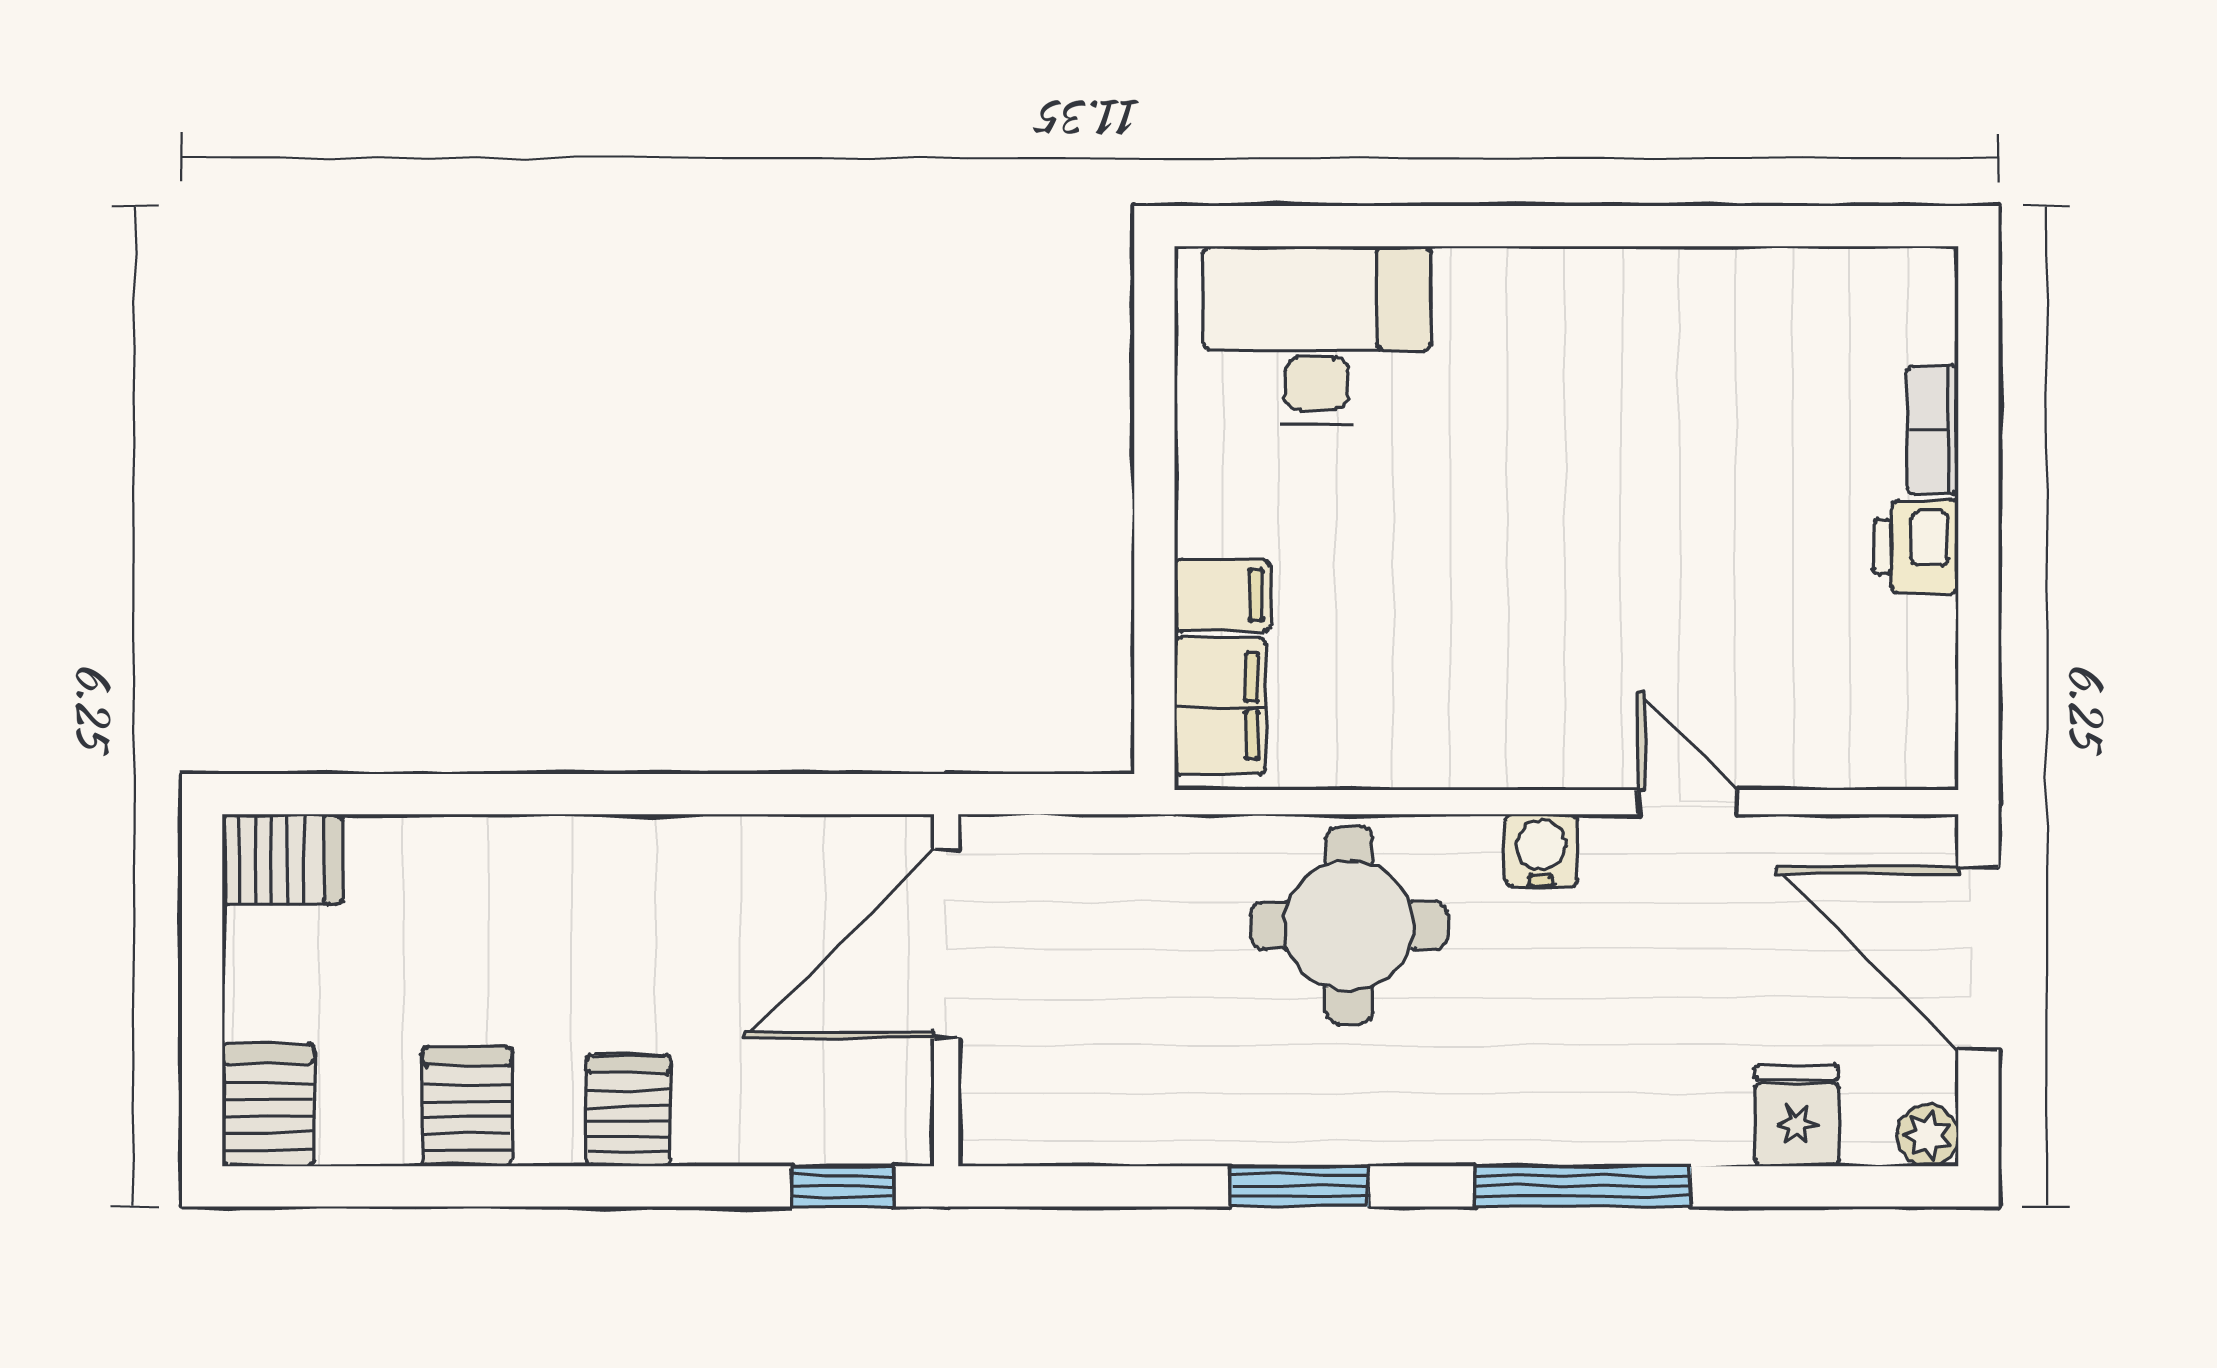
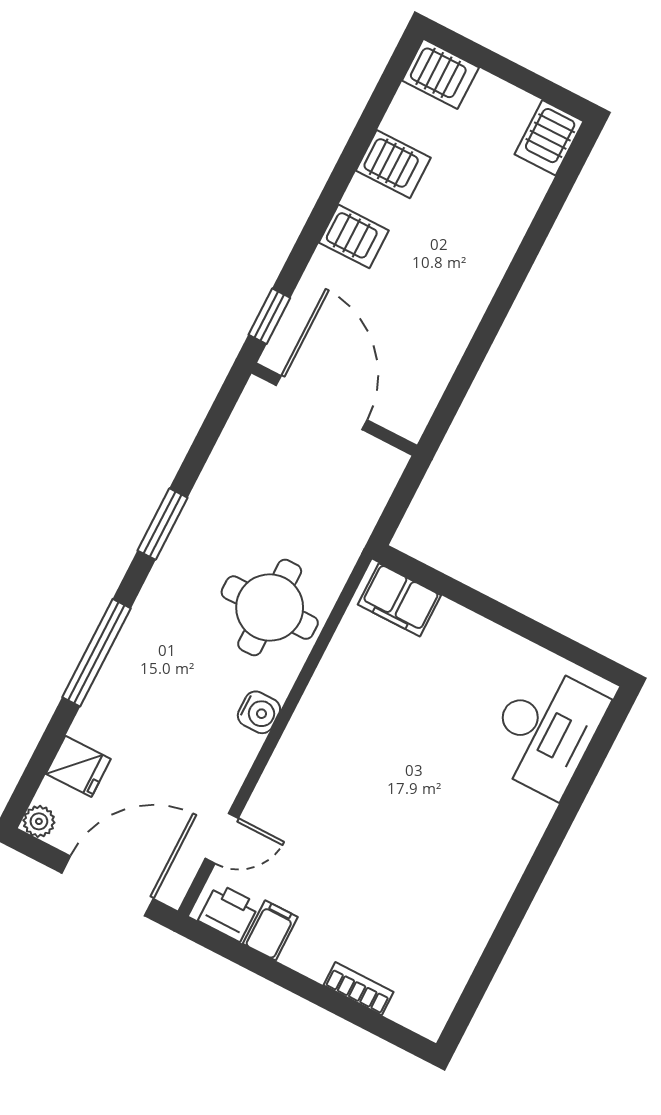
printer: (1916, 547) -> (229, 912), moved
filing cabinet: (1222, 595) -> (270, 930), moved, turned 180
door: (1687, 802) -> (222, 838), moved
door: (946, 943) -> (322, 403), moved

